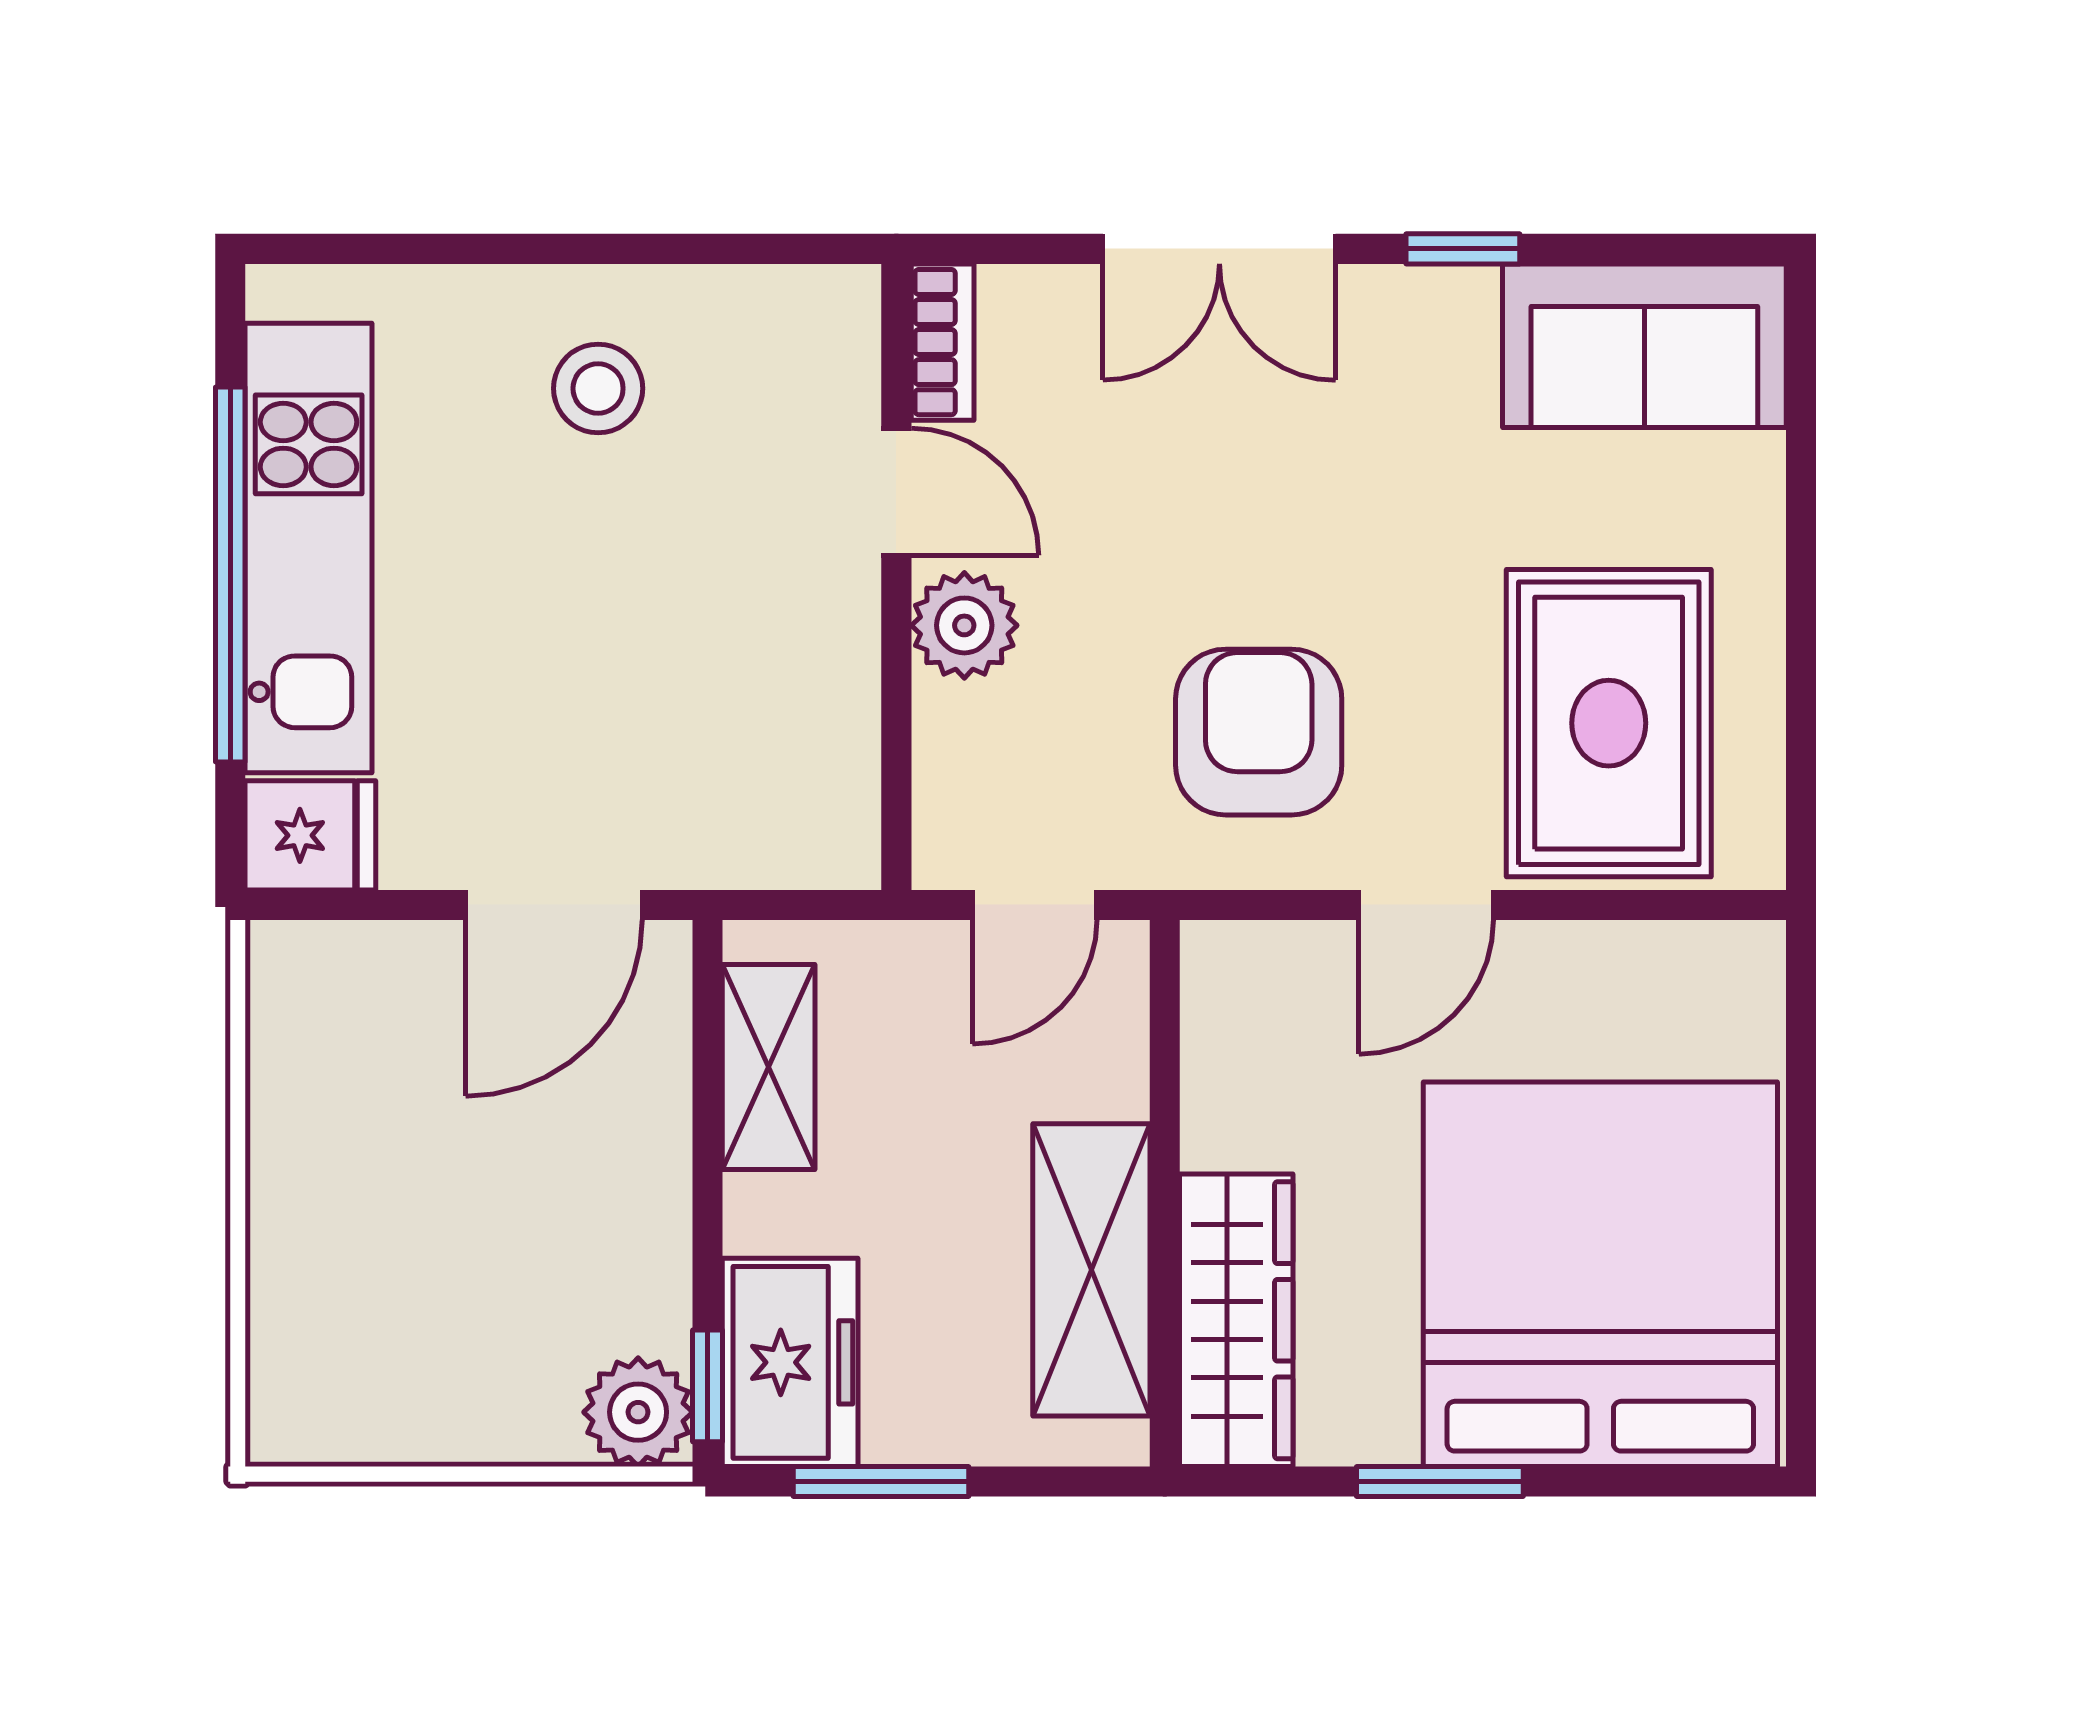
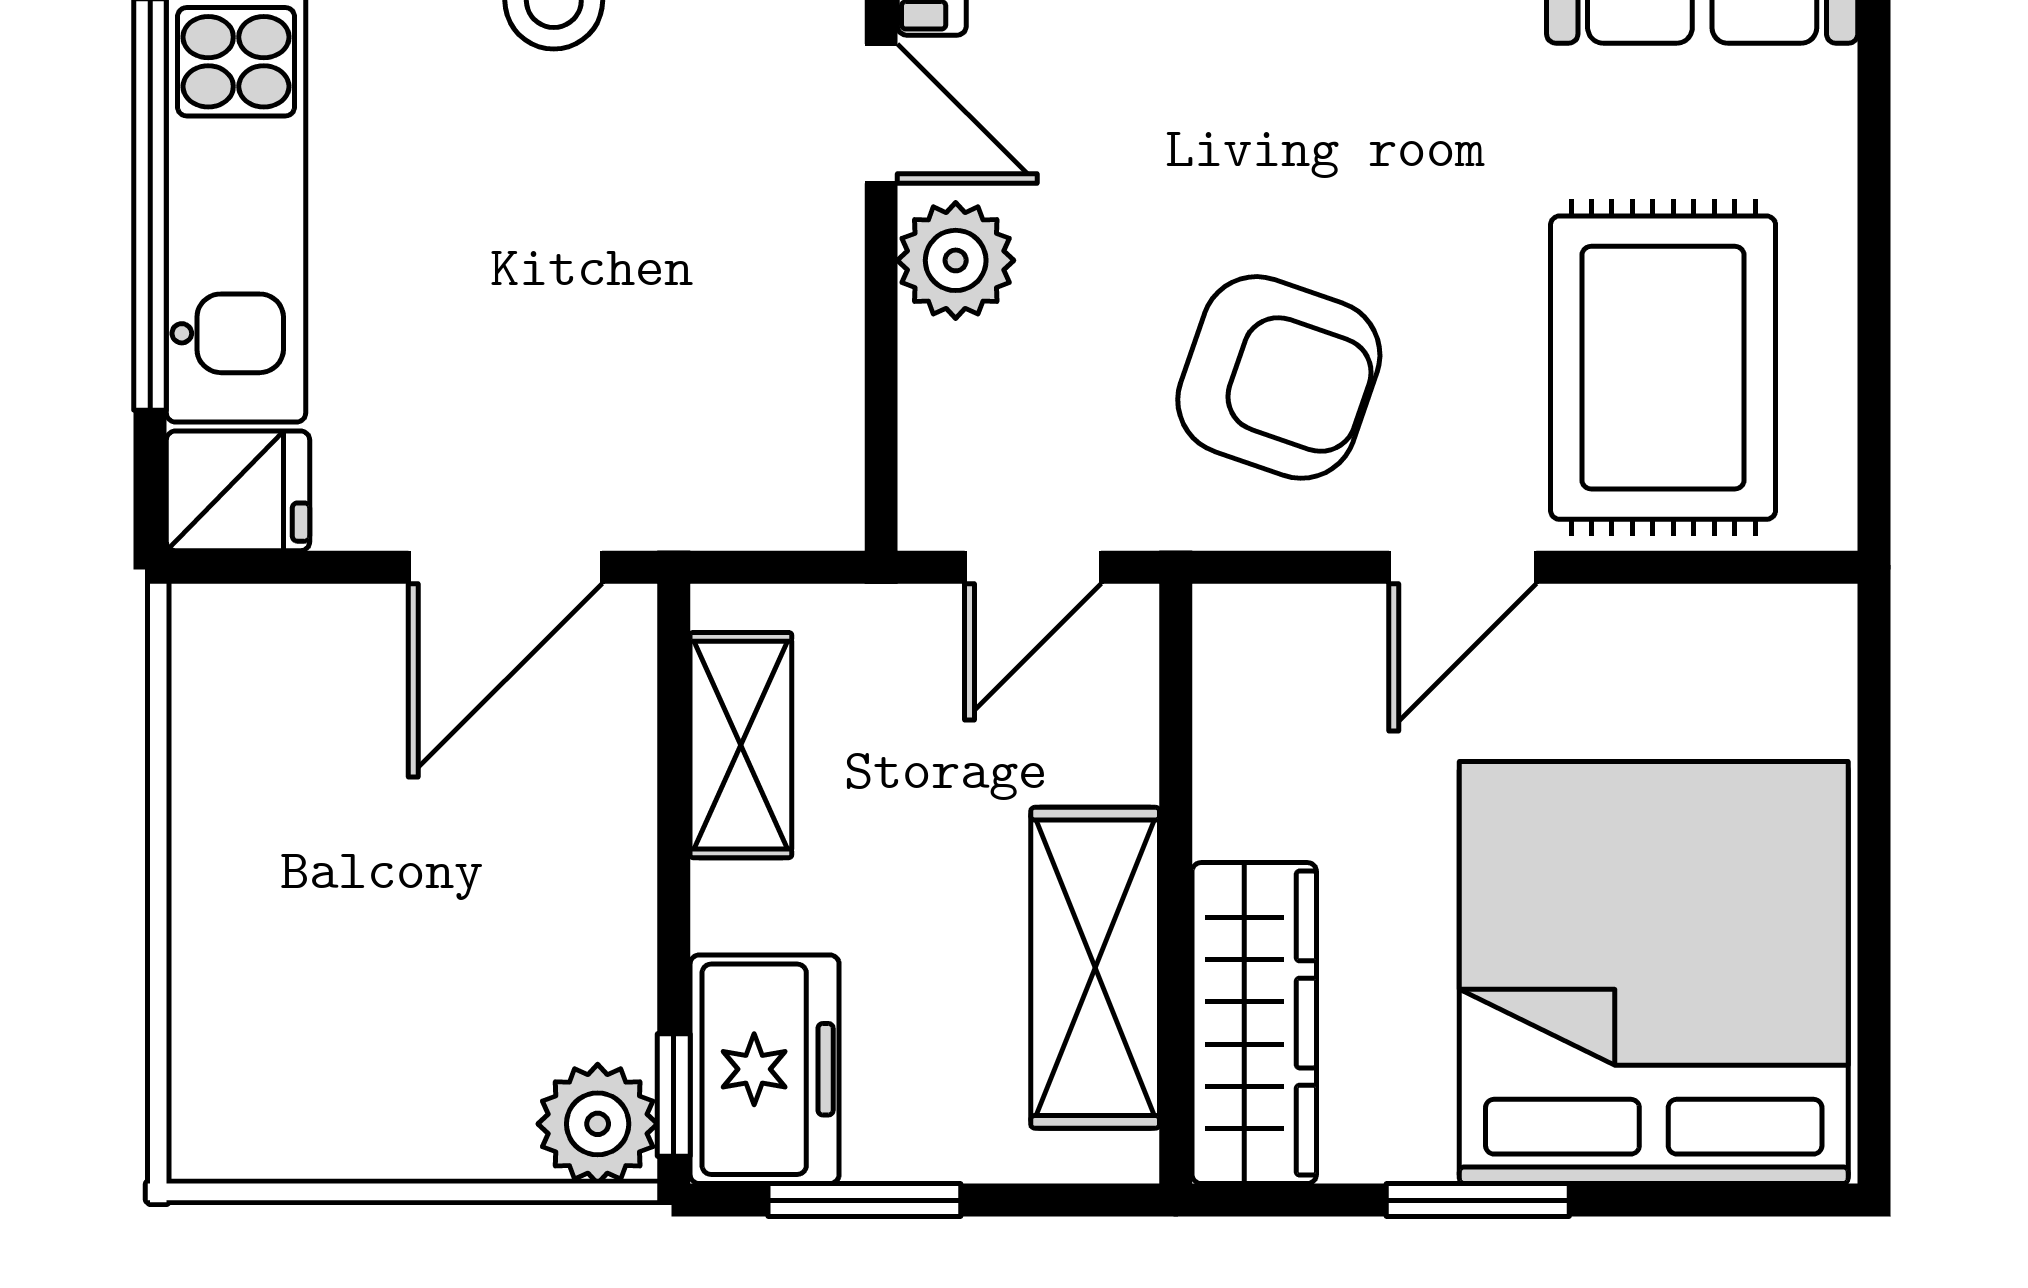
armchair: (1259, 732) -> (1279, 377), turned 109

